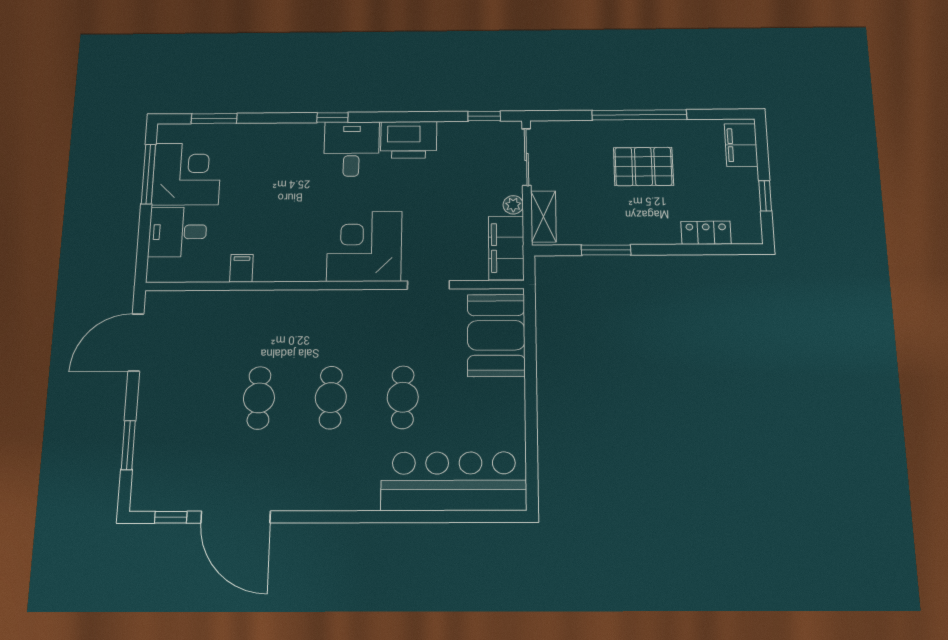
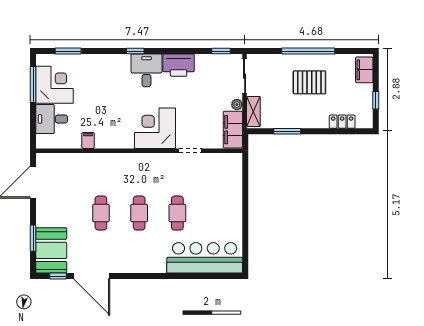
booth: (496, 335) -> (51, 250), moved

